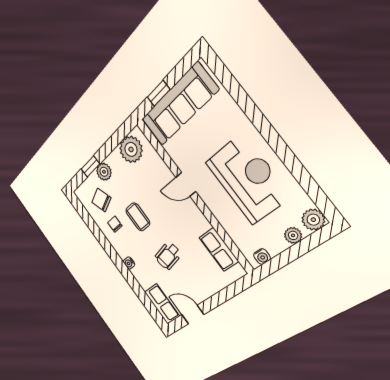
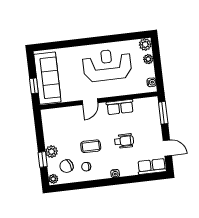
plant: (131, 149) -> (53, 179), moved, width x0.53, depth x0.53
row of seats: (219, 249) -> (120, 107), moved
wheelchair: (168, 256) -> (124, 141), turned -79
window: (231, 291) -> (163, 113), added
door: (193, 315) -> (167, 148), swing flipped

